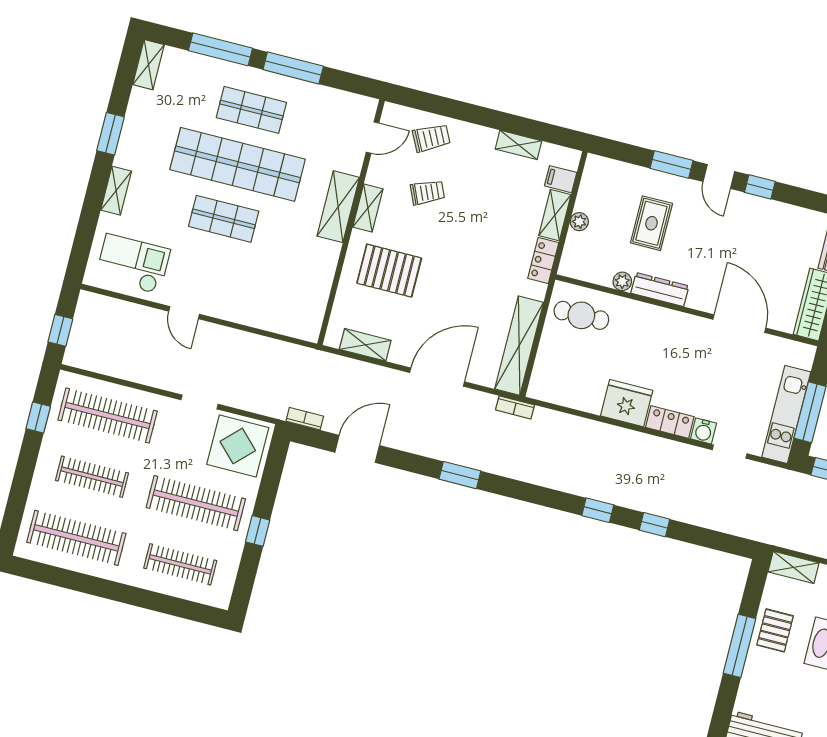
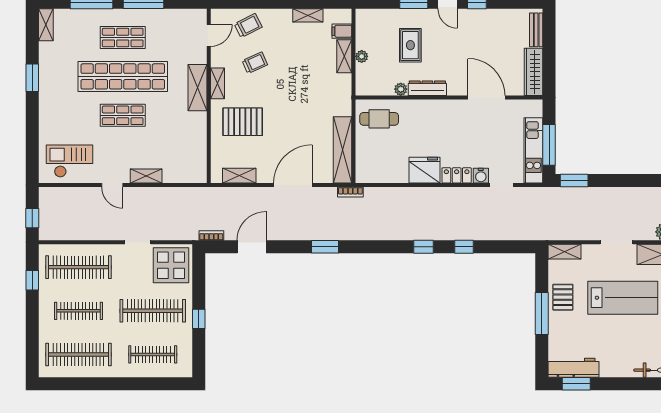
shelving: (116, 191) -> (146, 176), moved, turned 90
locker: (543, 261) -> (344, 89), removed

